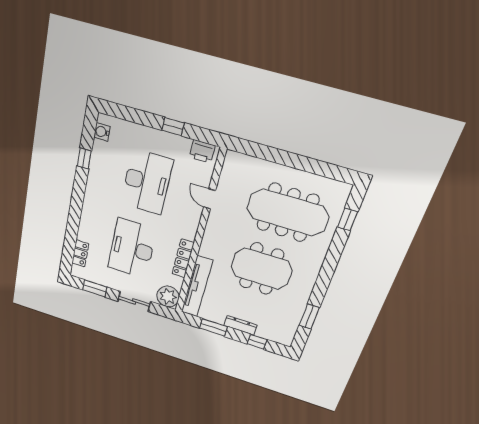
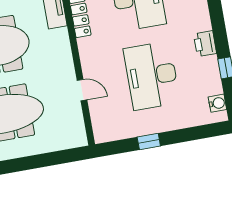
printer: (202, 151) -> (205, 44), moved, turned -90

